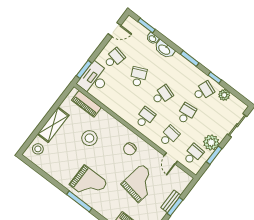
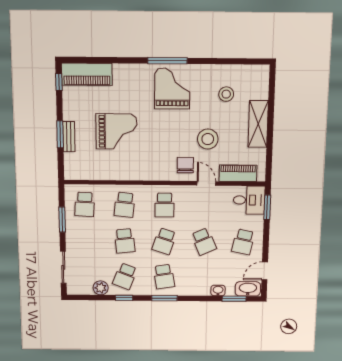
washbasin: (164, 49) -> (248, 289), moved
school desk: (179, 73) -> (164, 277), added
desk: (94, 79) -> (249, 200), width x0.73
plant: (211, 142) -> (76, 230), removed
stool: (38, 149) -> (226, 94), moved
chair: (130, 149) -> (185, 165), moved
door: (171, 158) -> (206, 183), moved
grand piano: (88, 183) -> (172, 89), turned 90
grand piano: (140, 183) -> (116, 131), turned -99

